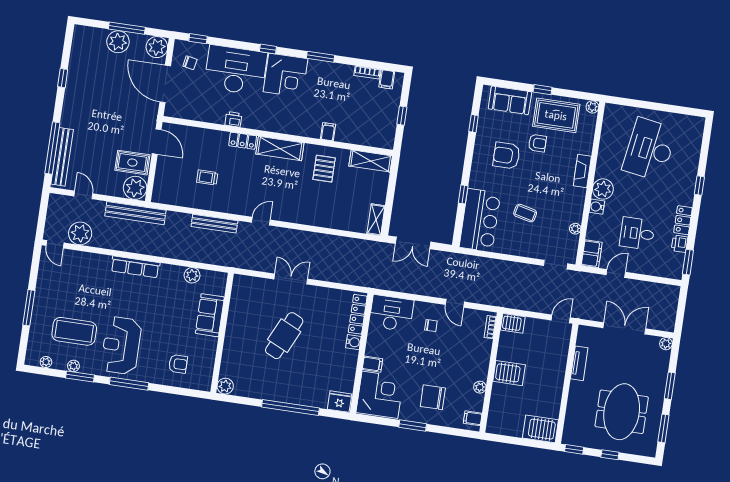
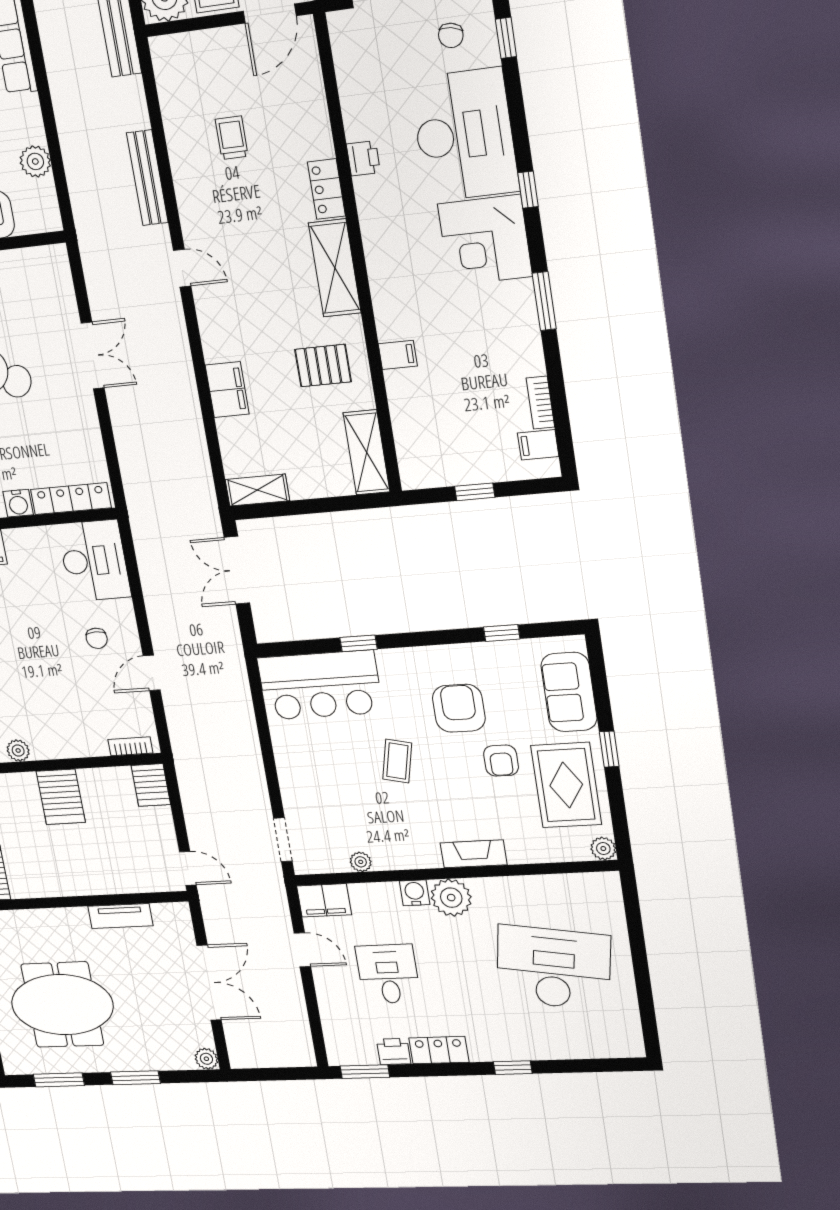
coffee table: (525, 213) -> (397, 761), moved
filing cabinet: (324, 218) -> (227, 390), added

